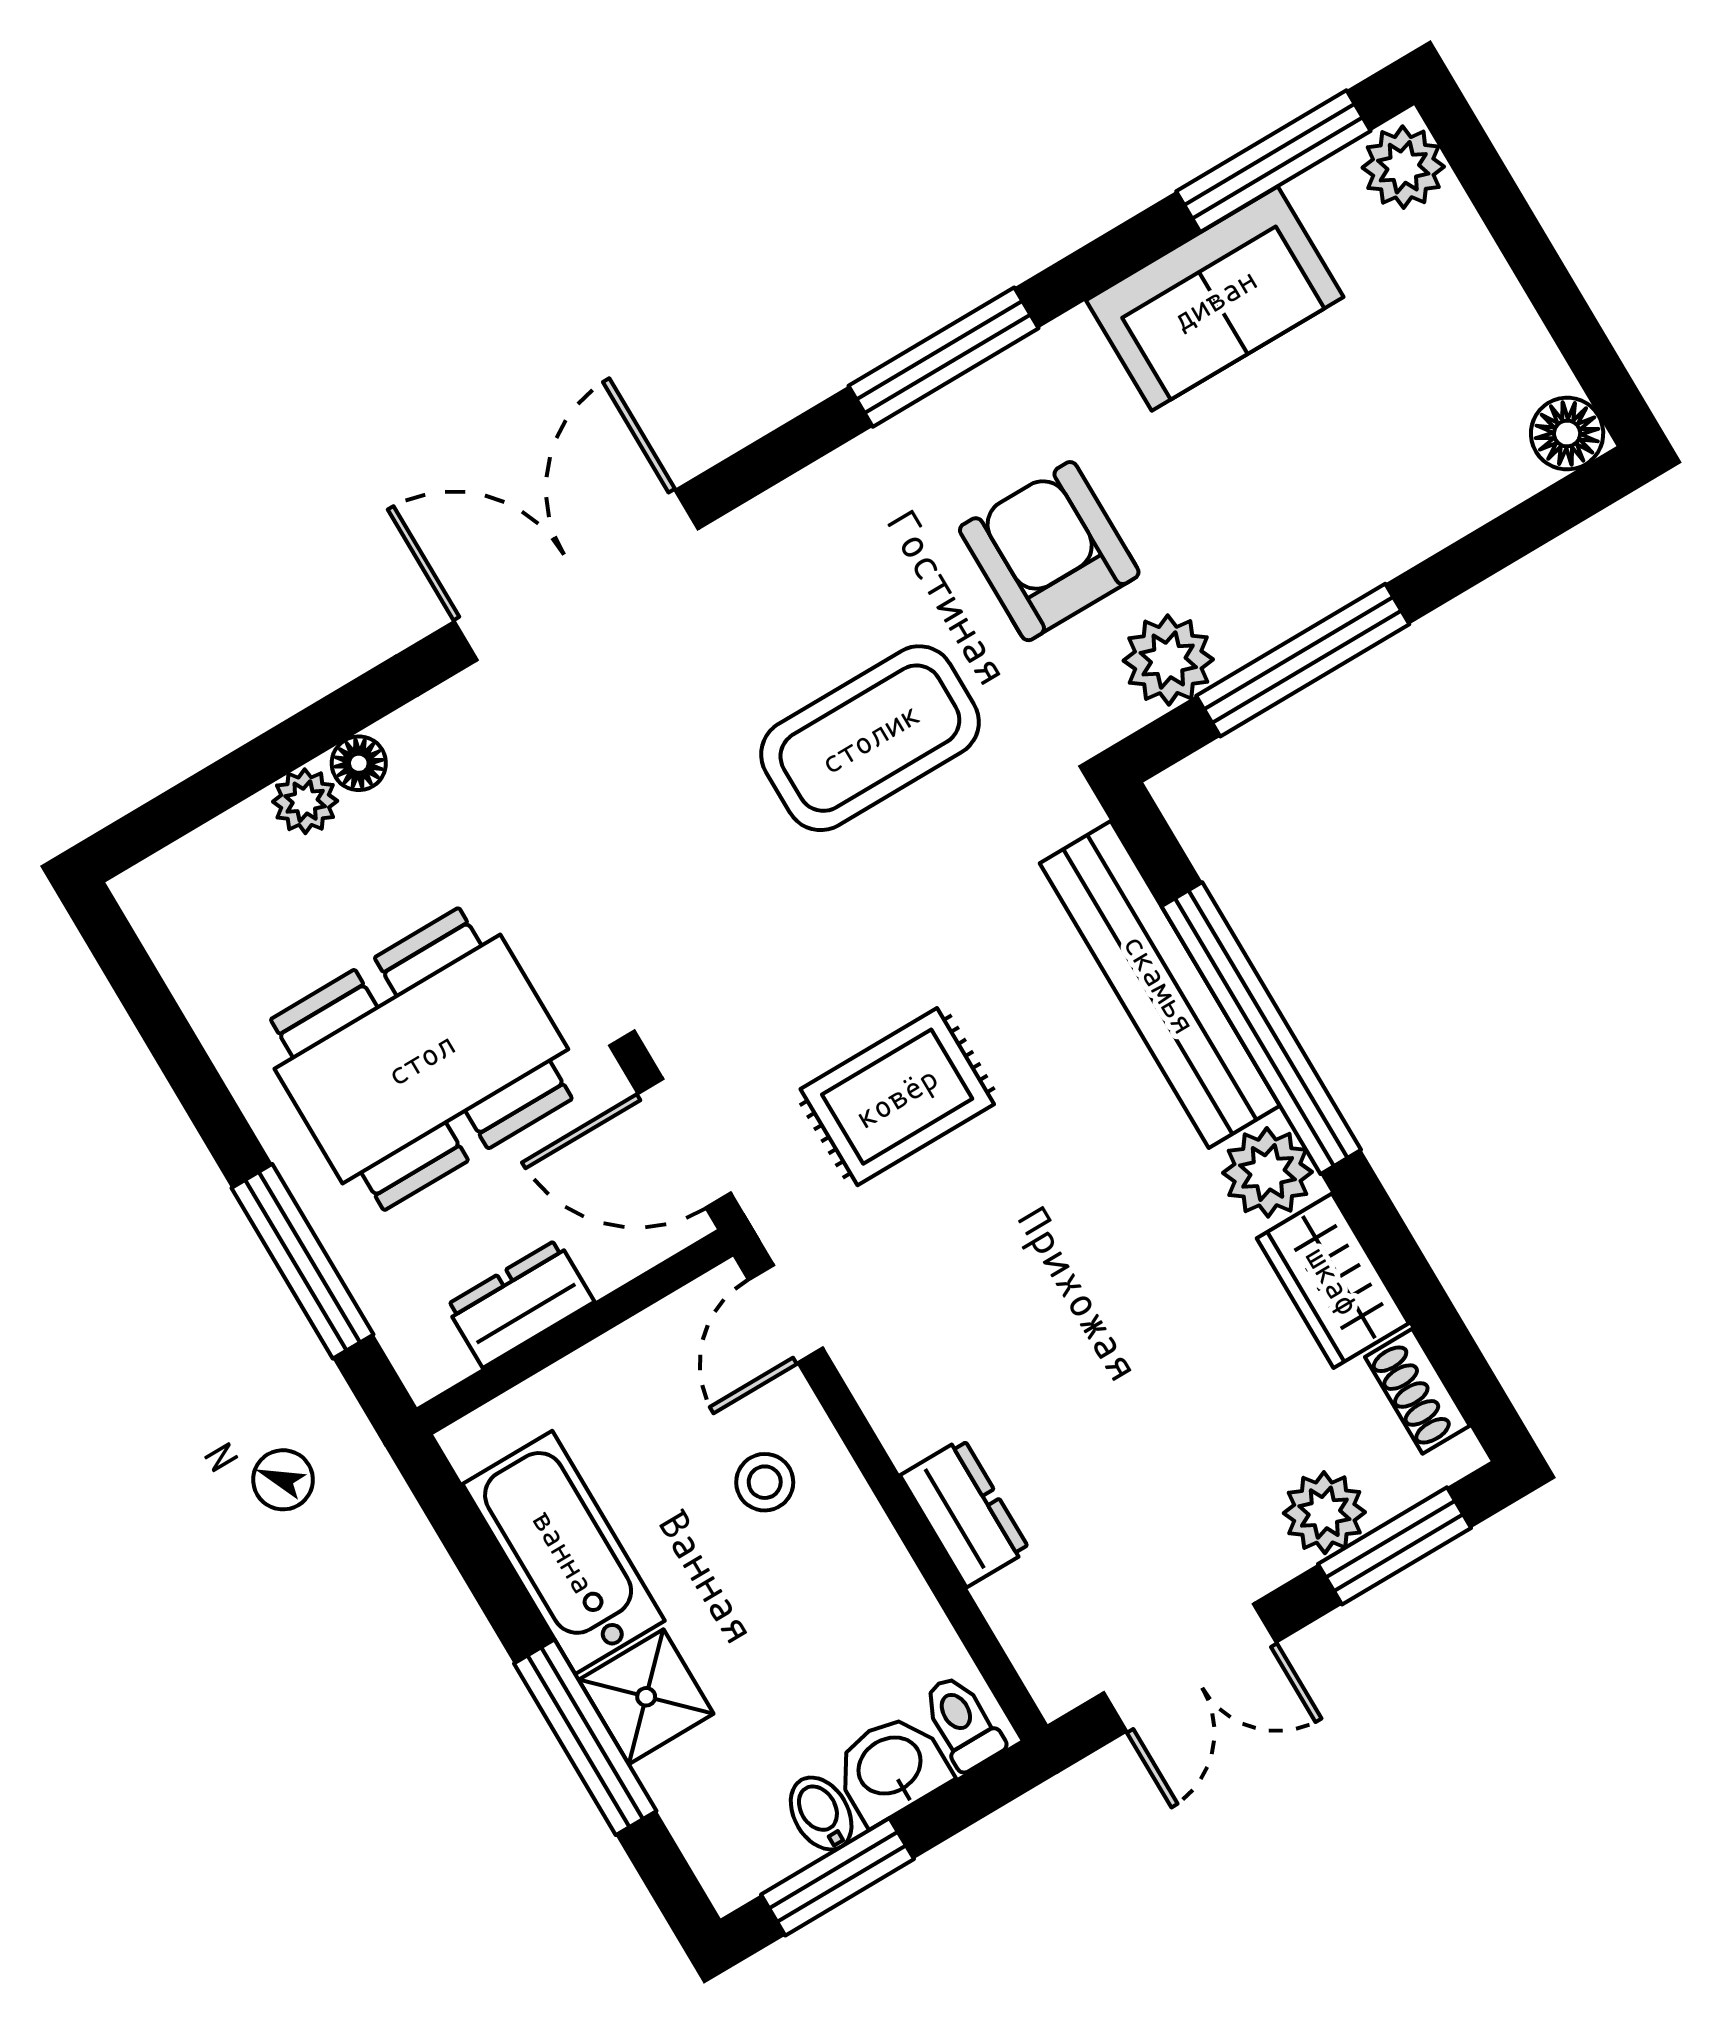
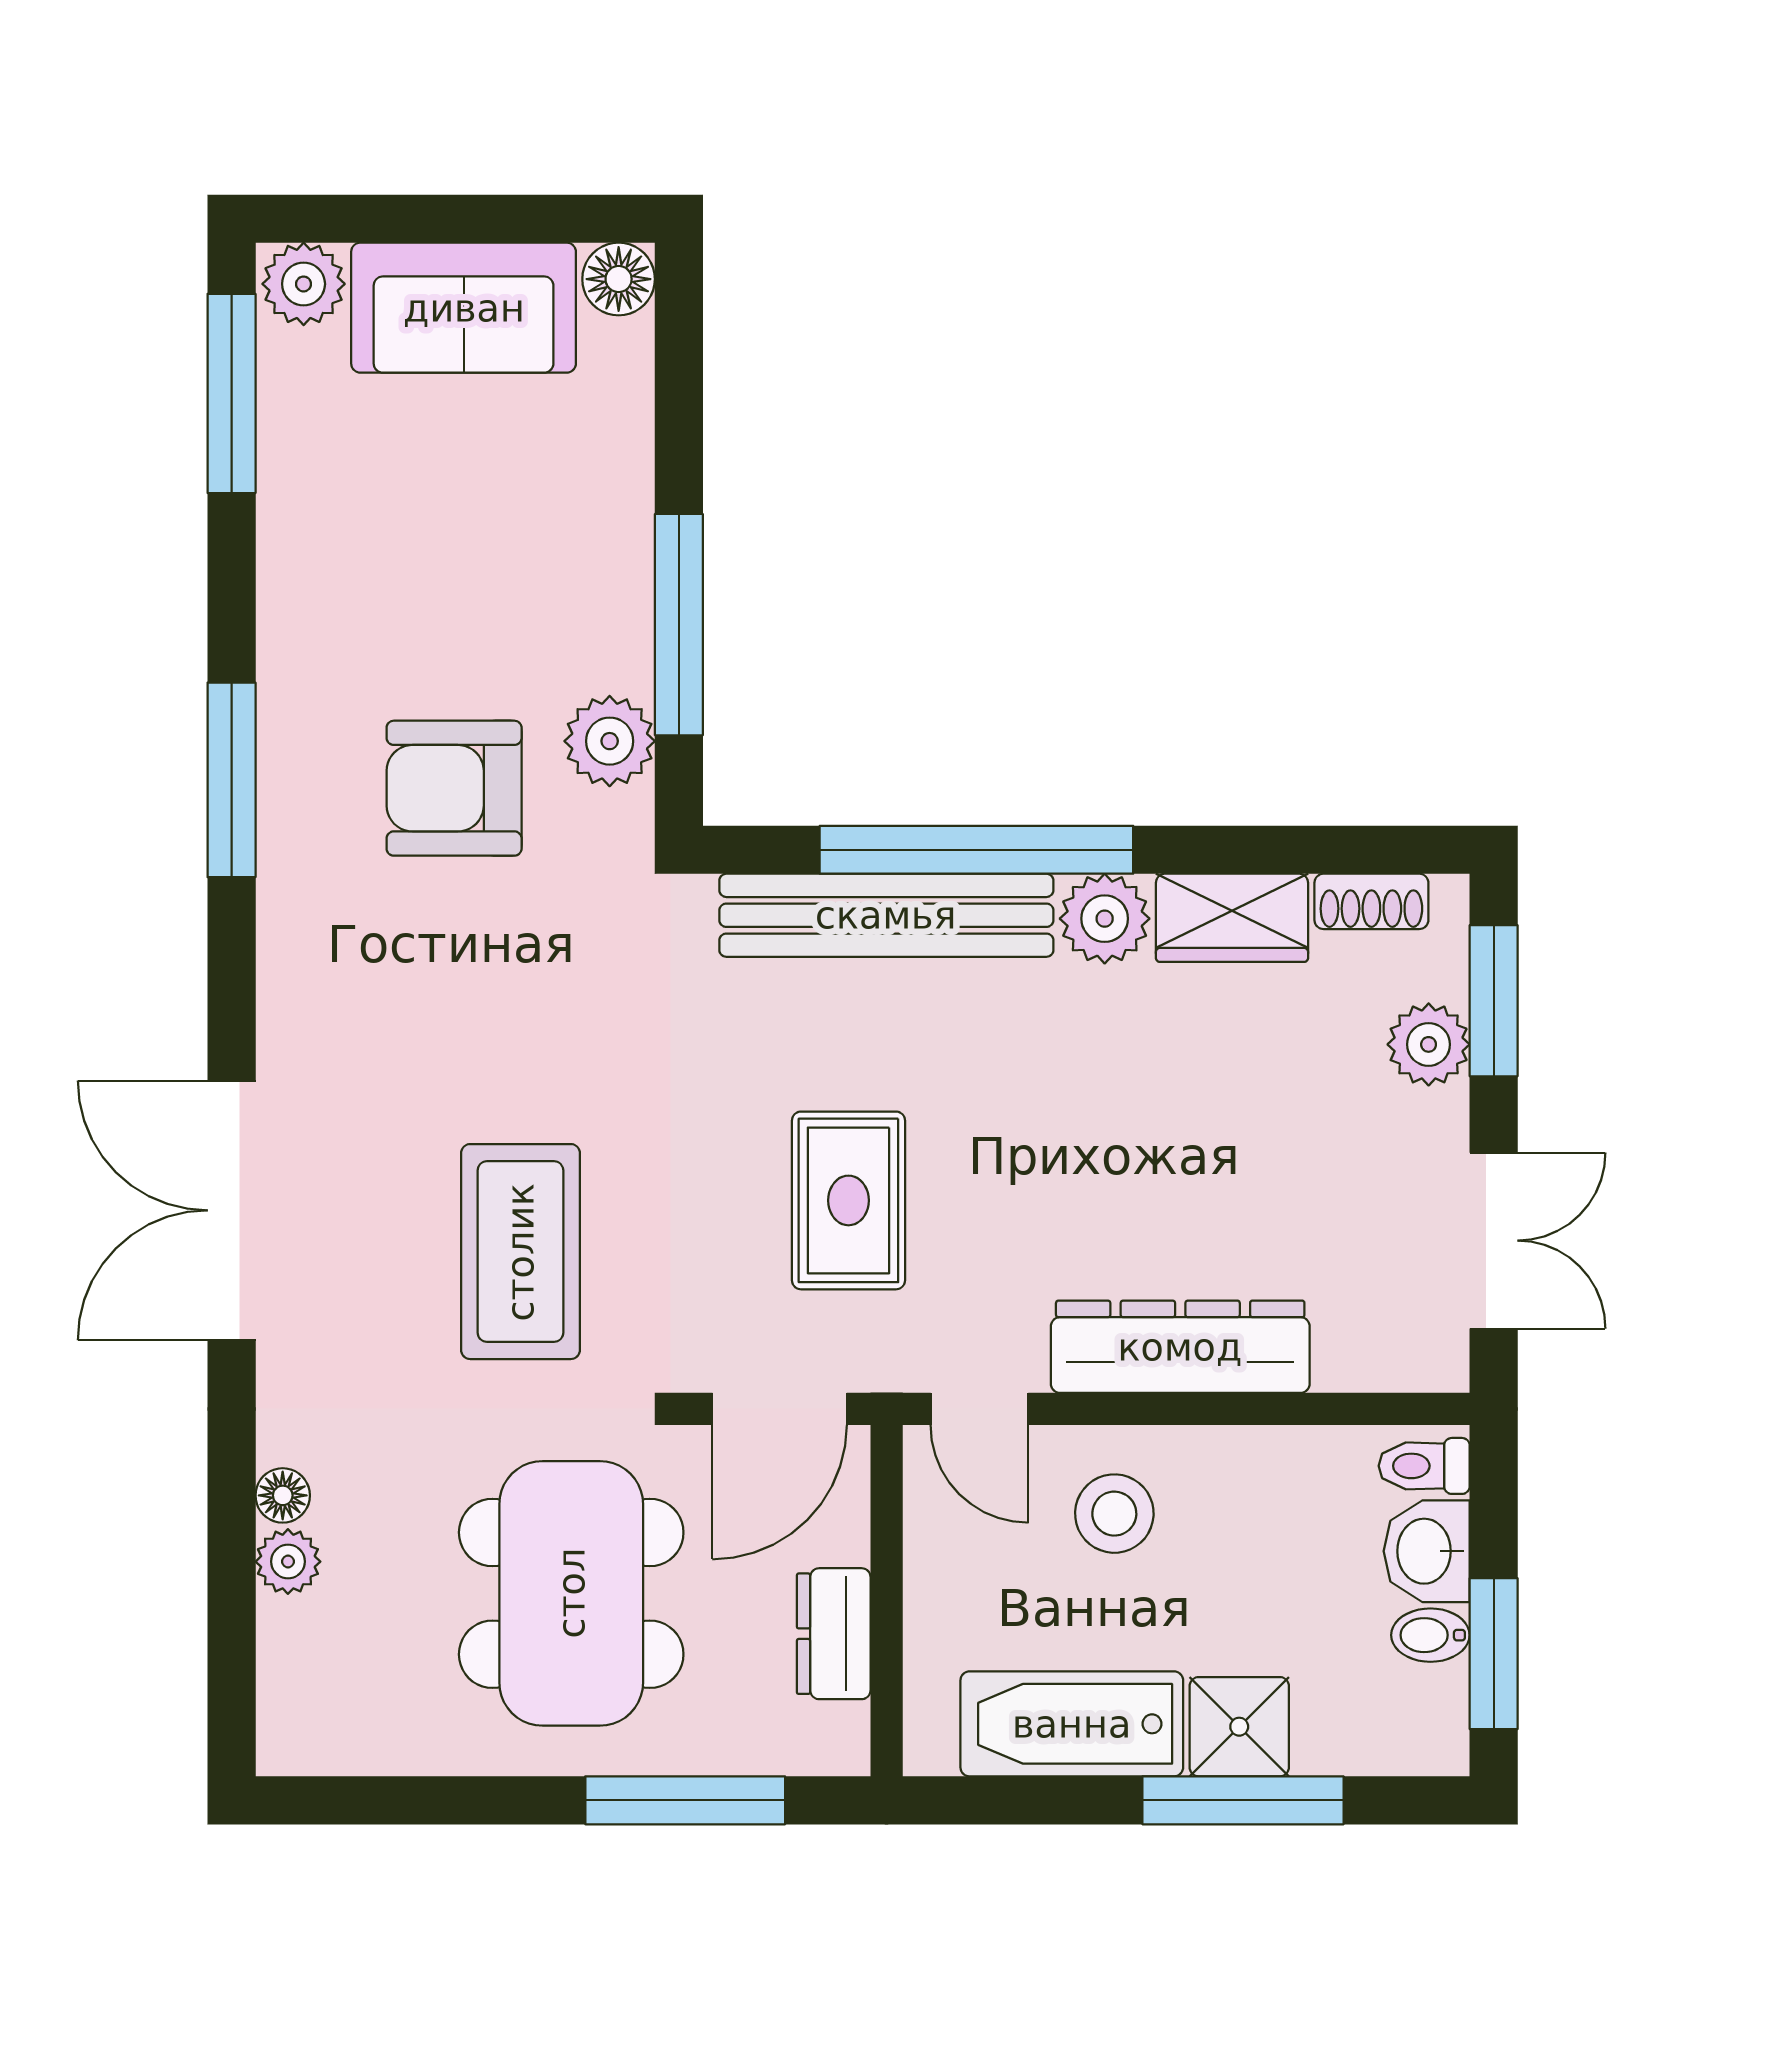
sofa: (1215, 299) -> (464, 308), moved, turned 90
coffee table: (870, 738) -> (520, 1252), moved
stool: (765, 1482) -> (1114, 1514), width x1.37, depth x1.37
dresser: (965, 1513) -> (1180, 1347), width x1.96, depth x1.24

